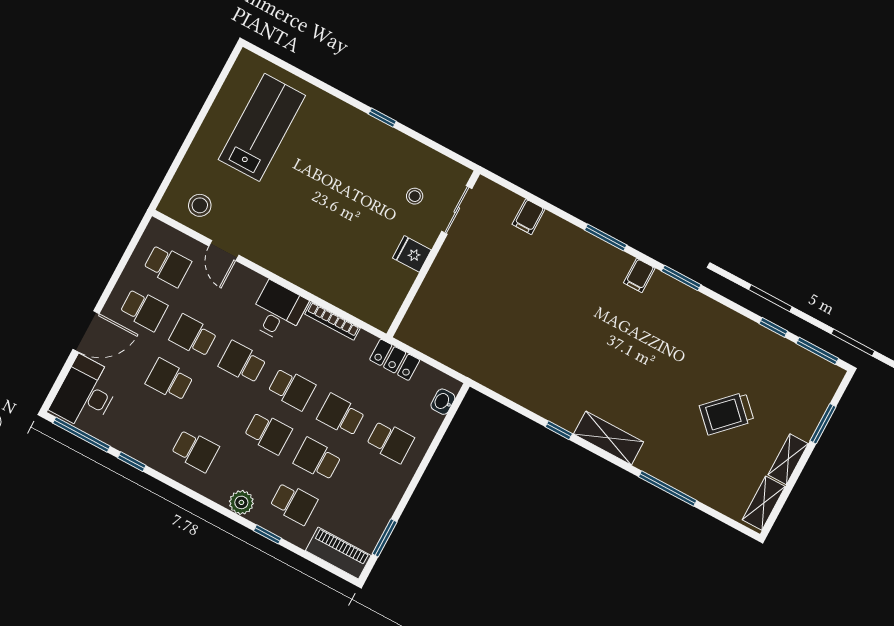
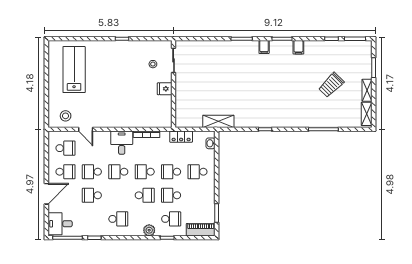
filing cabinet: (529, 217) -> (298, 47), moved
school desk: (292, 389) -> (145, 172), turned 180
desk: (86, 393) -> (60, 224), width x0.73
shelving: (609, 438) -> (218, 121), moved
school desk: (390, 442) -> (198, 172), turned 180

